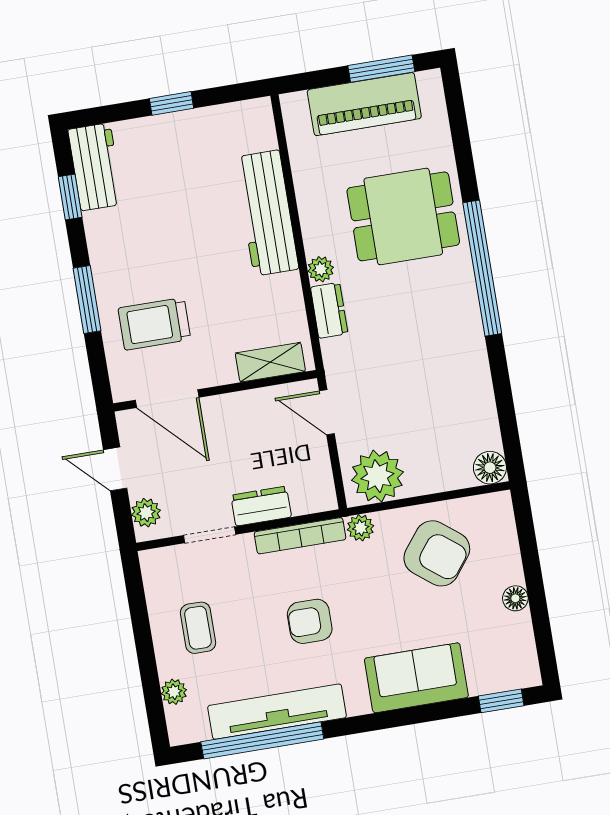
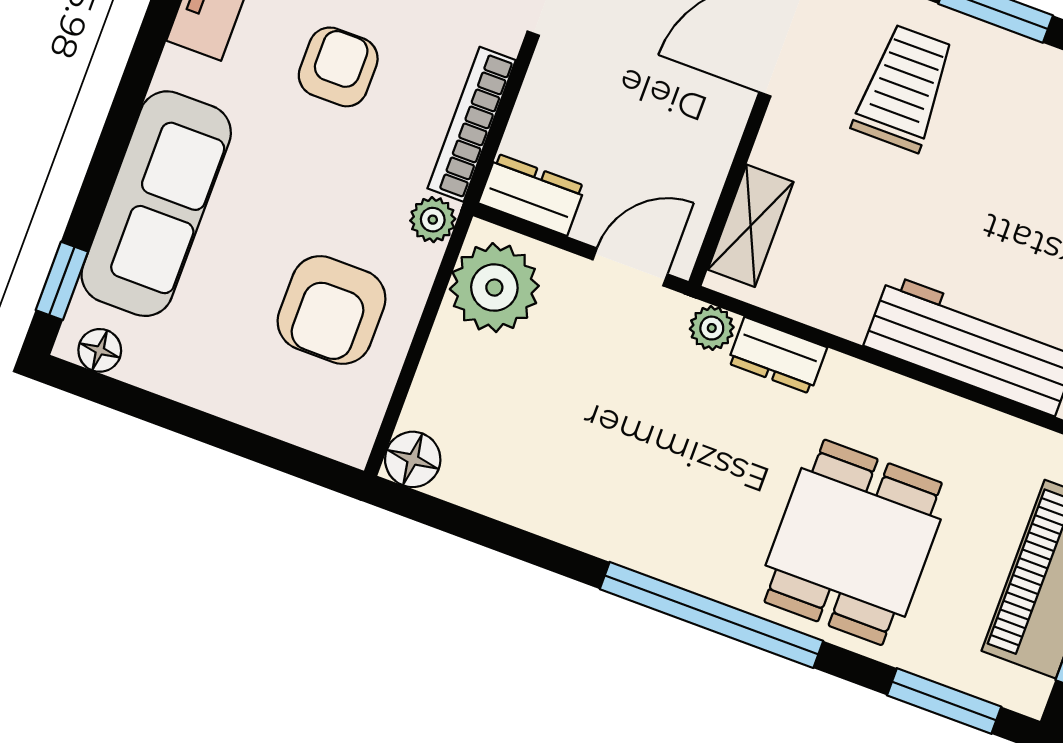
window: (458, 123) -> (944, 701), added
plant: (321, 269) -> (712, 328), moved
dresser: (261, 506) -> (532, 195), moved, turned -90
armchair: (437, 553) -> (331, 310), turned -38
floor lamp: (515, 598) -> (100, 350), moved
sofa: (416, 678) -> (156, 204), width x1.36

